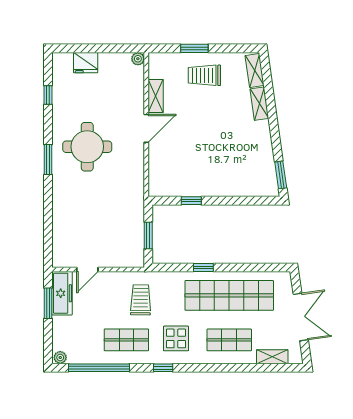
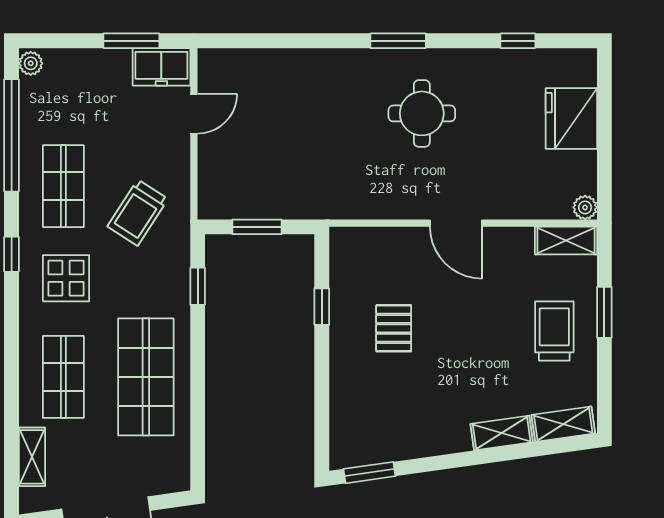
fridge: (86, 63) -> (571, 118), width x1.36, depth x1.34
shelving: (156, 96) -> (566, 240), moved
round table: (87, 147) -> (422, 113), width x0.73, depth x0.73
pallet: (203, 162) -> (394, 328), added
window: (203, 268) -> (198, 286), moved
door: (87, 270) -> (194, 114), swing flipped
freezer: (62, 293) -> (161, 67), width x0.71
shop shelf: (229, 295) -> (146, 377), width x0.71
trolley: (141, 300) -> (138, 213), turned 122

